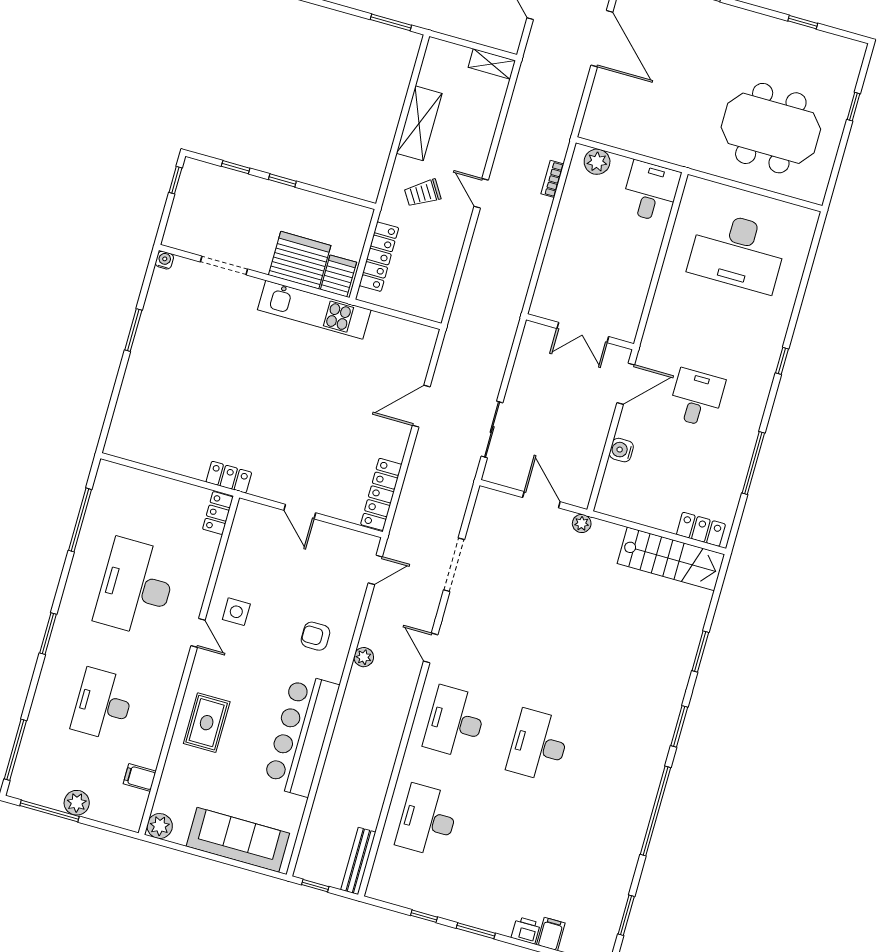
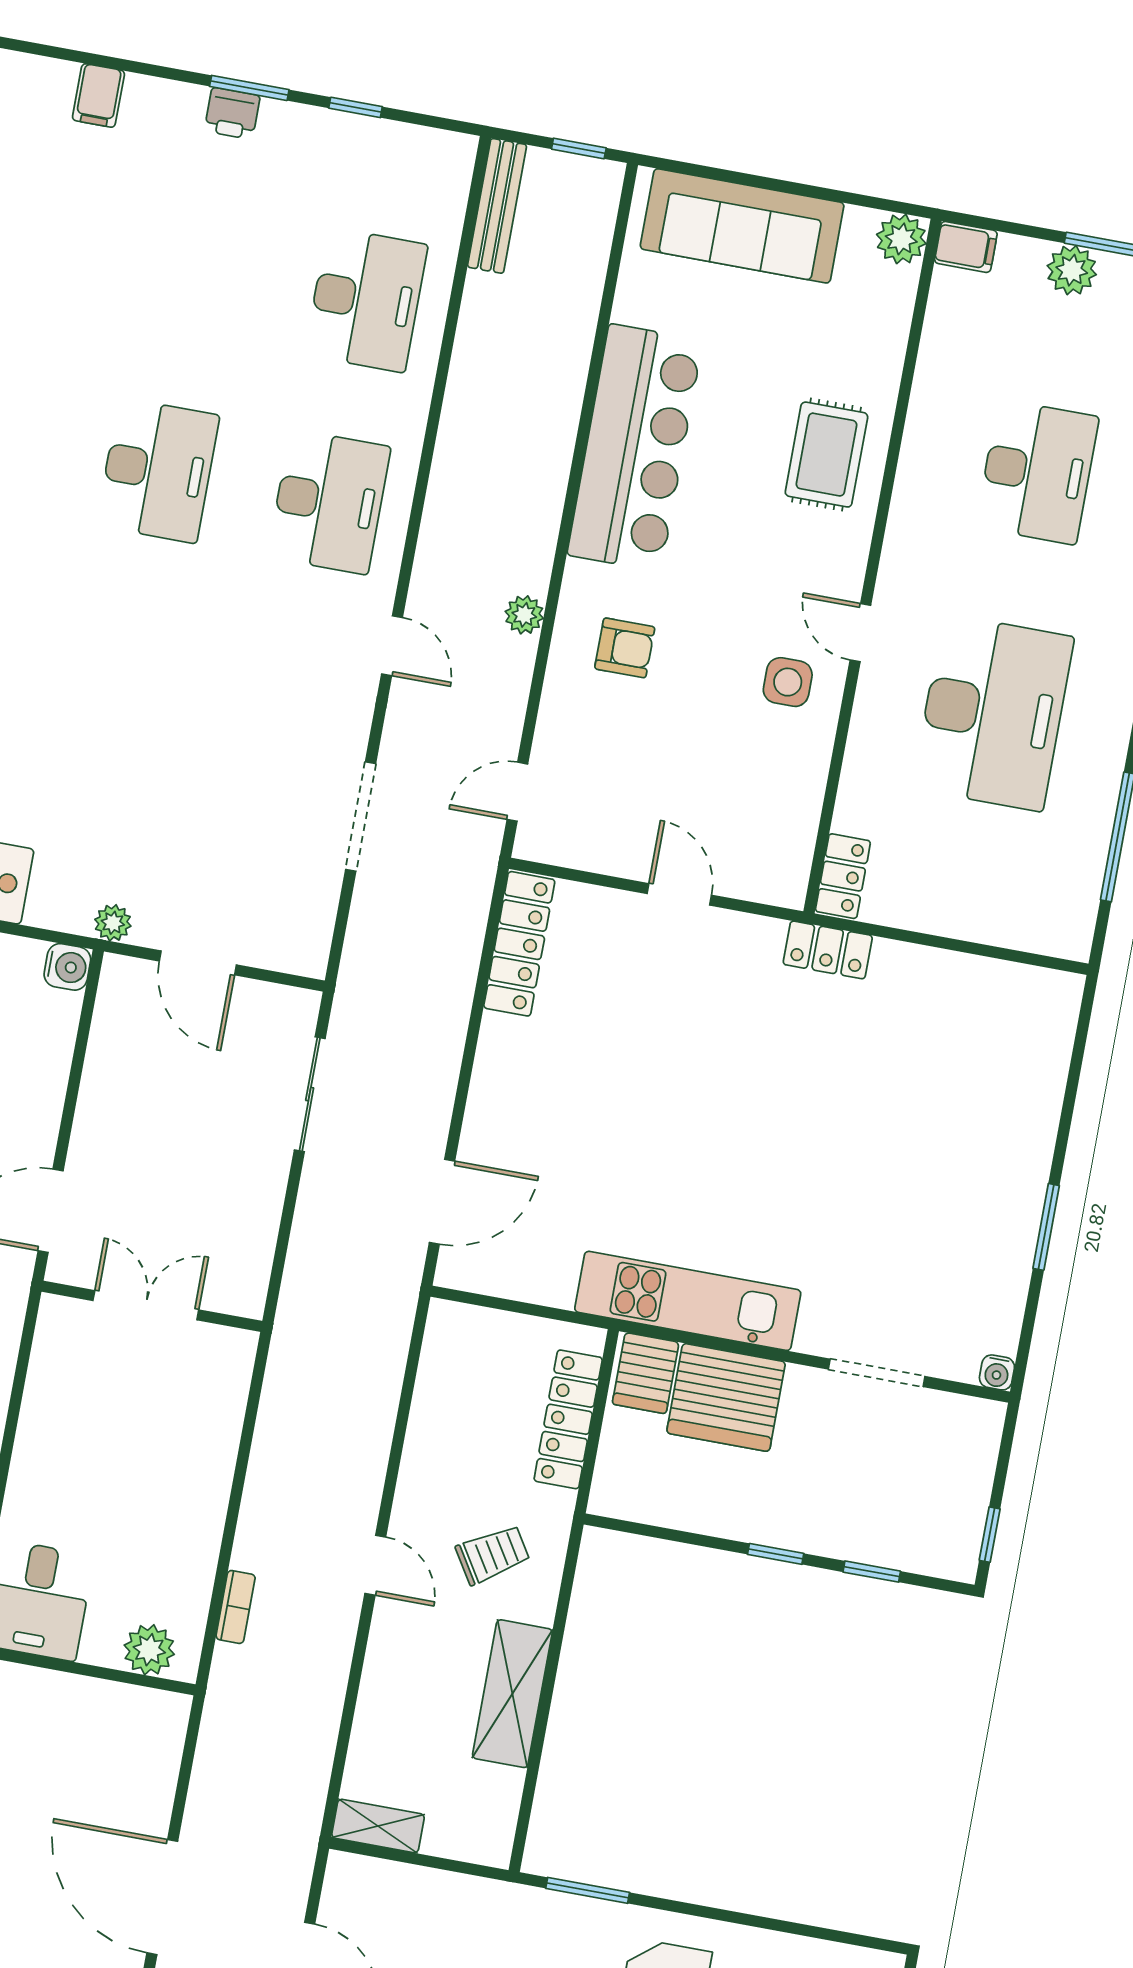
door: (421, 406) -> (442, 1202), moved
water cooler: (621, 450) -> (67, 967), moved
filing cabinet: (140, 778) -> (966, 247), moved
printer: (526, 930) -> (232, 113), moved

